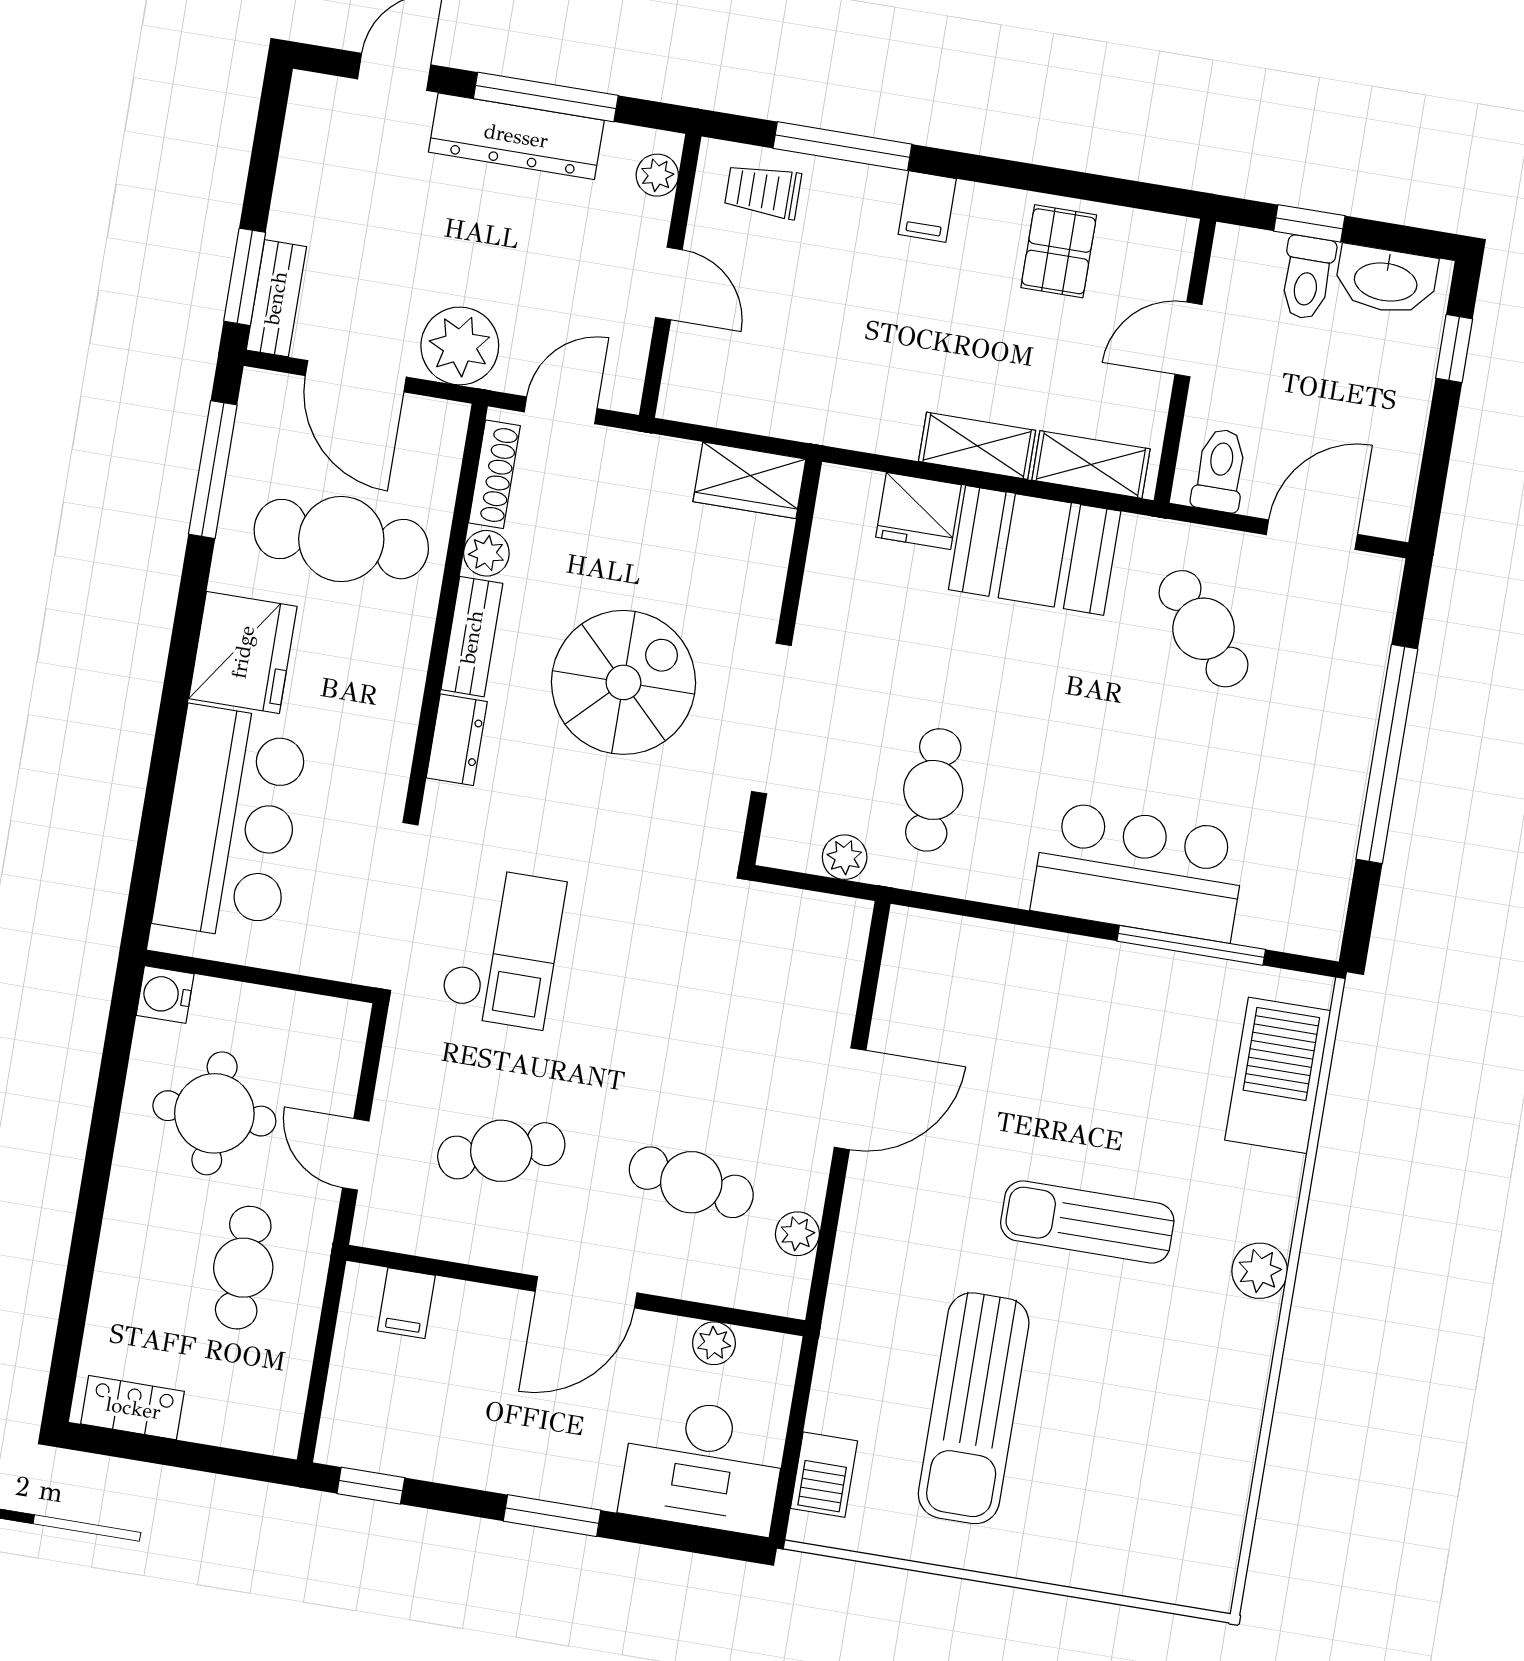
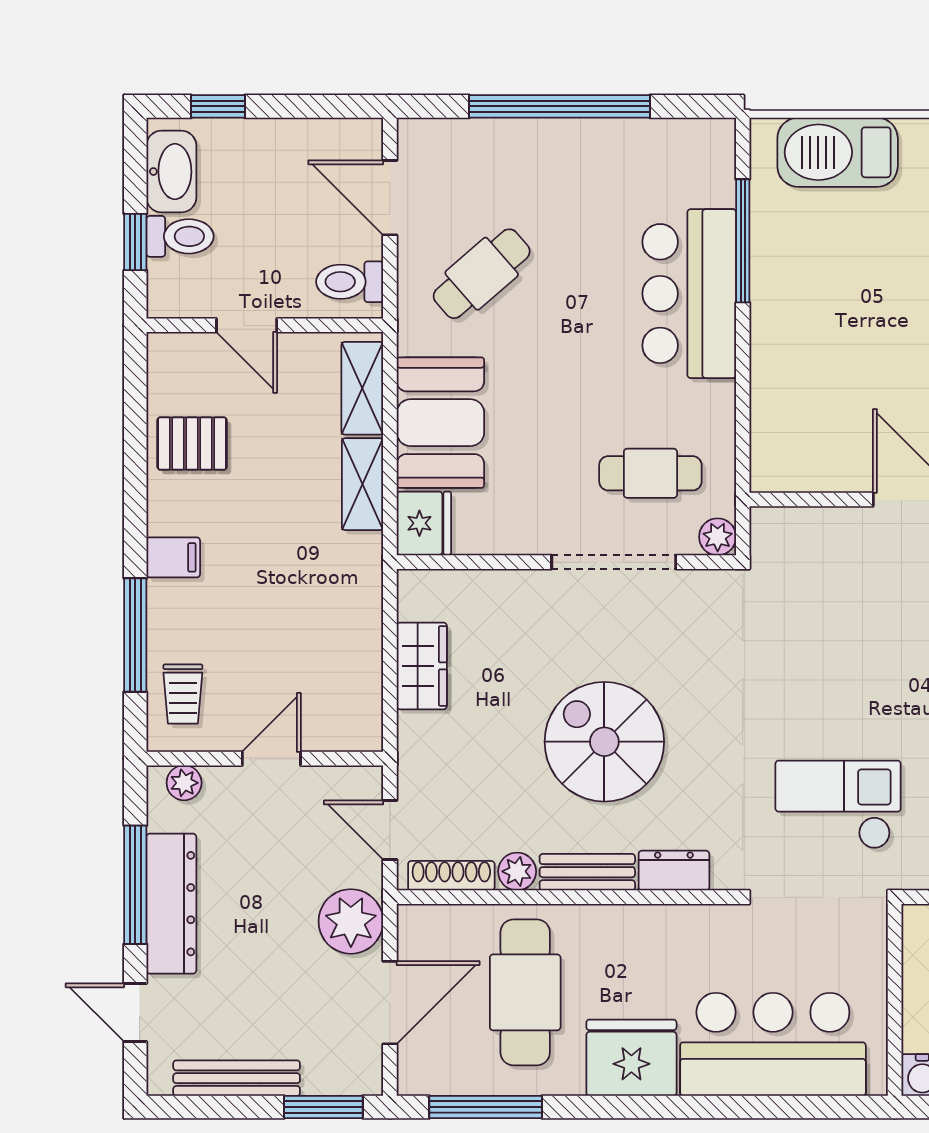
bench: (276, 298) -> (237, 1078), moved, width x1.36
wall: (781, 662) -> (566, 562), moved
doorway: (771, 718) -> (614, 562), moved

